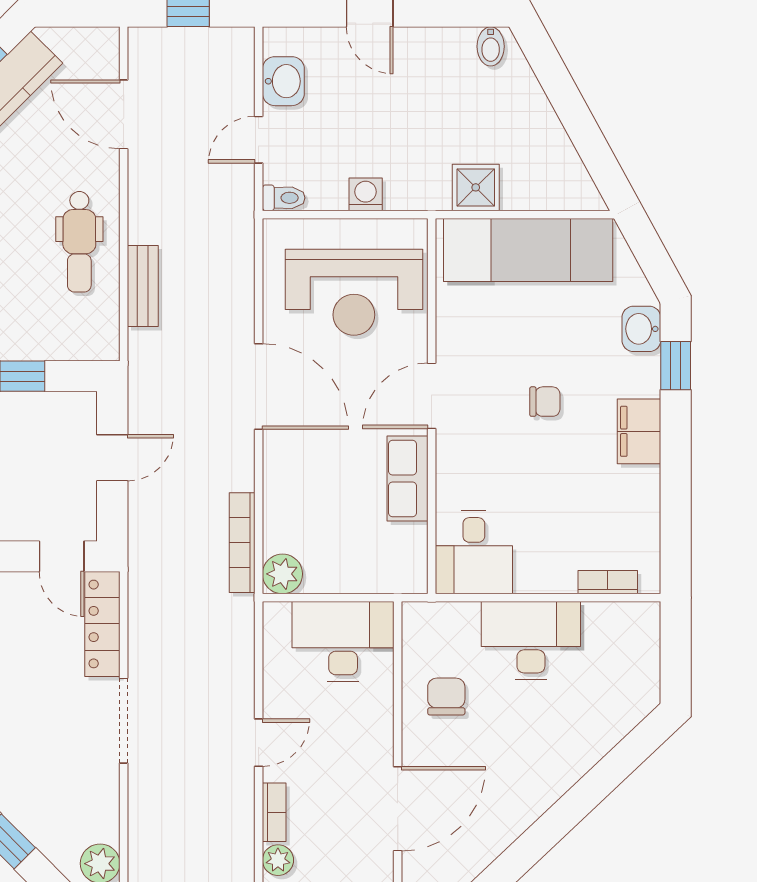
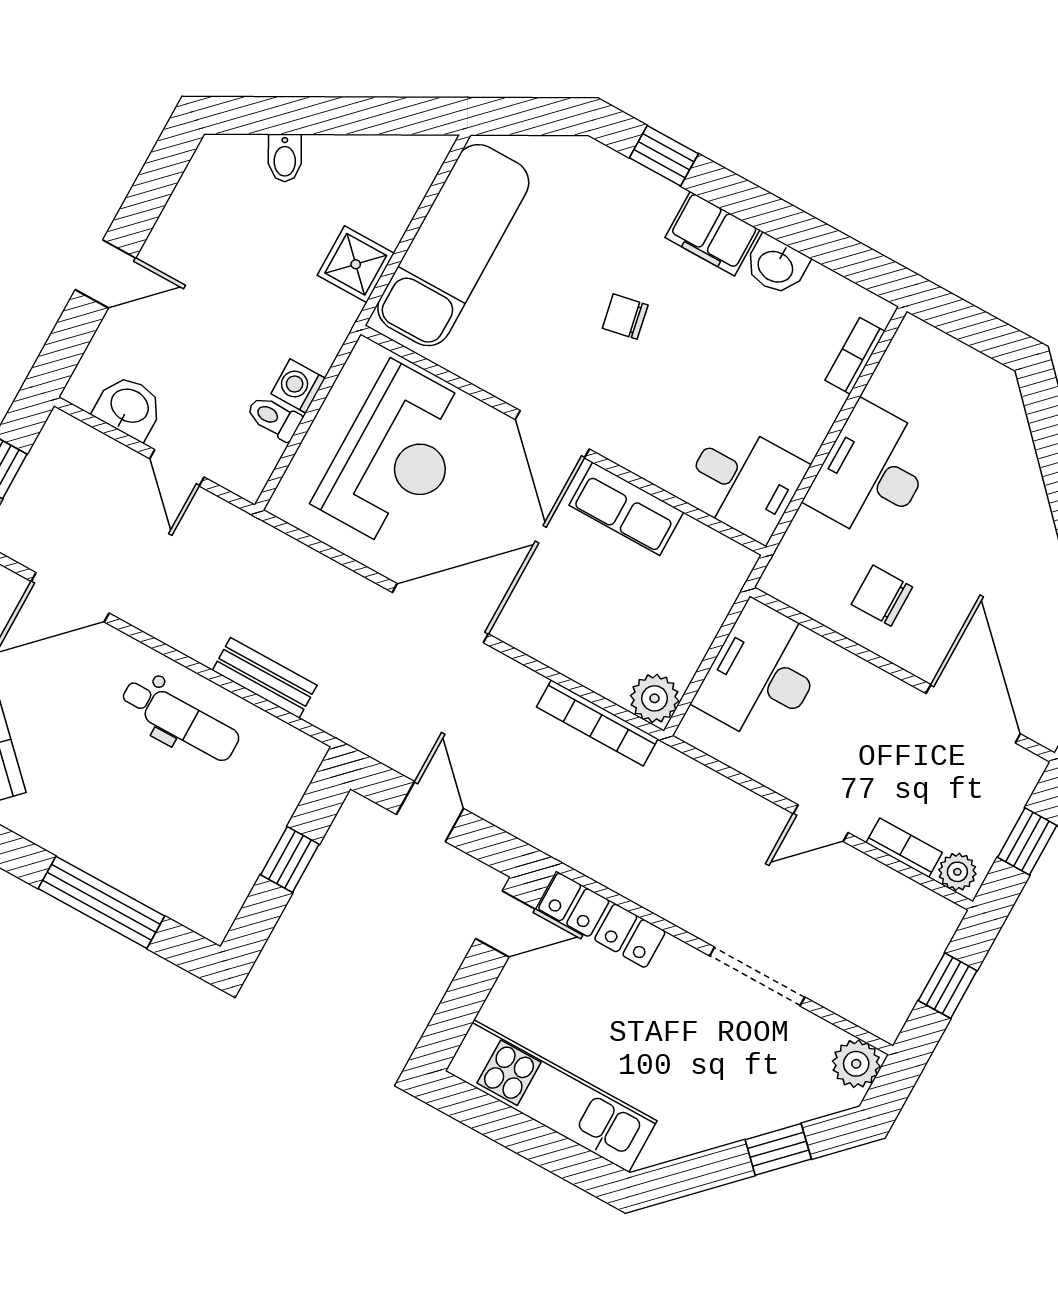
bidet: (491, 46) -> (285, 158), moved, turned 61
toilet: (284, 198) -> (274, 418), moved, turned -90
washbasin: (641, 329) -> (776, 265), moved
chair: (545, 402) -> (625, 317), turned -101
doorway: (124, 721) -> (757, 976), moved
door: (259, 743) -> (821, 823), swing flipped

